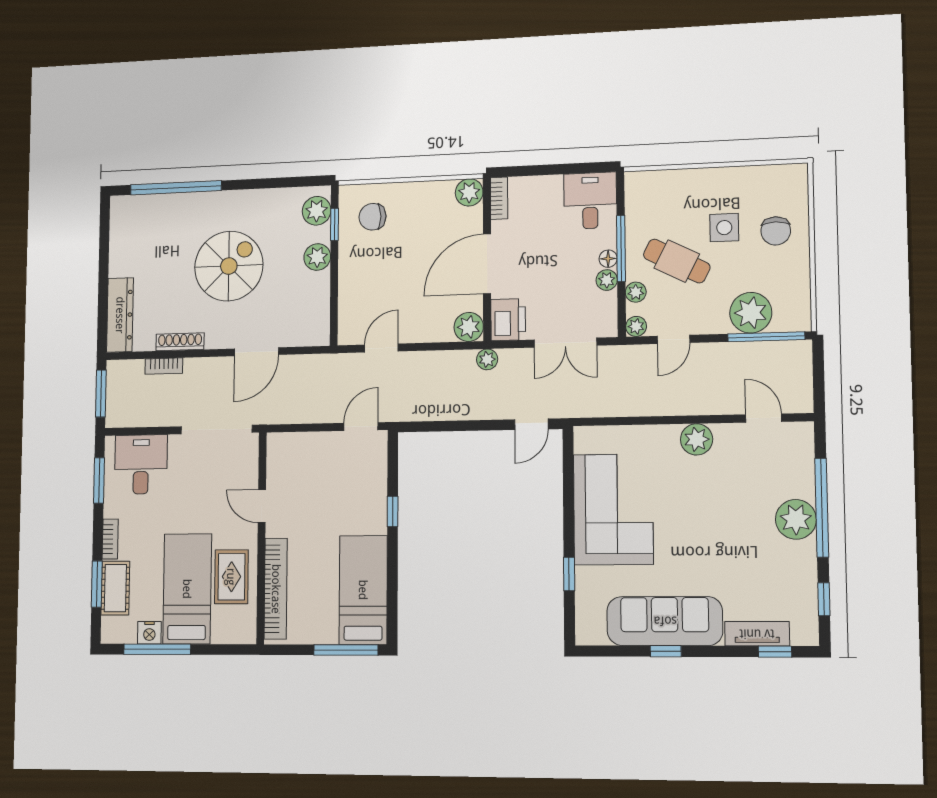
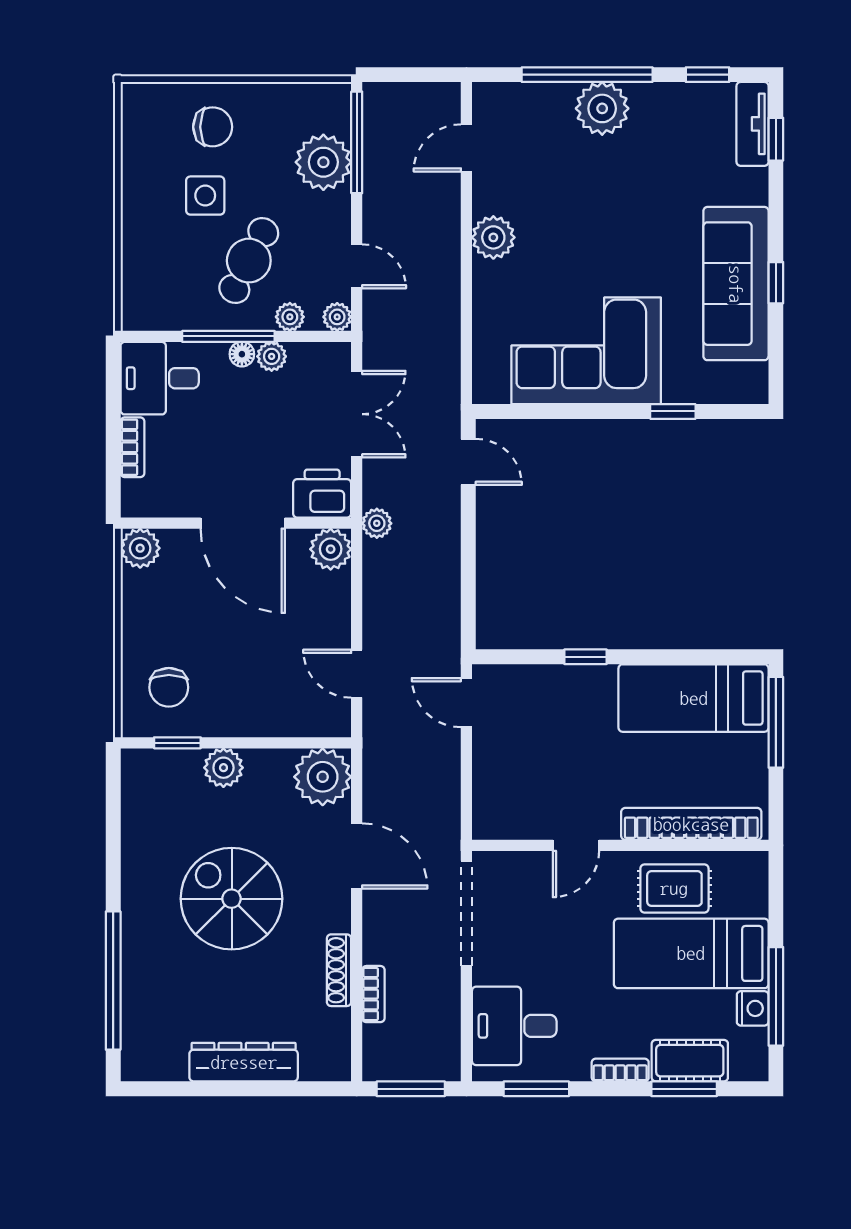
bookcase: (499, 198) -> (132, 447), moved, turned 90
plant: (317, 211) -> (323, 777), moved, width x1.36, depth x1.36
dresser: (120, 315) -> (244, 1062), moved
tv unit: (757, 634) -> (753, 124), moved

